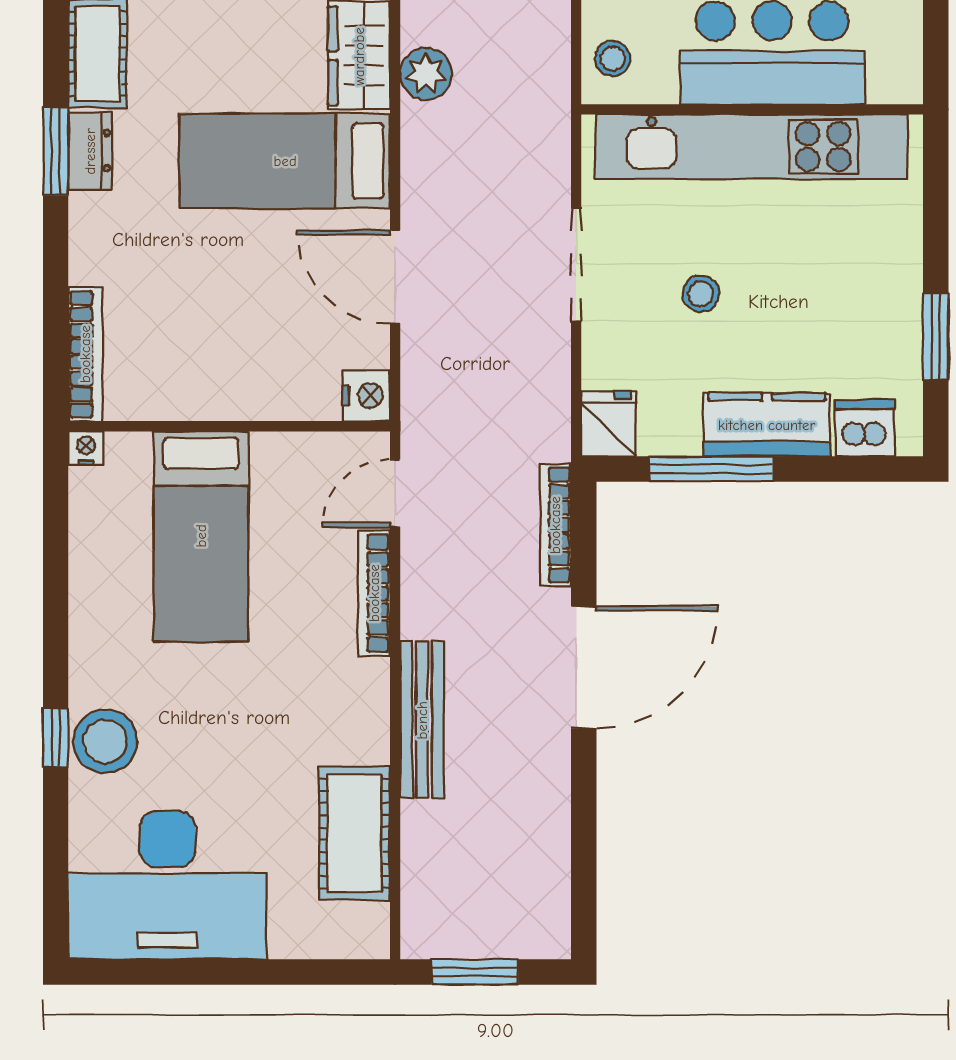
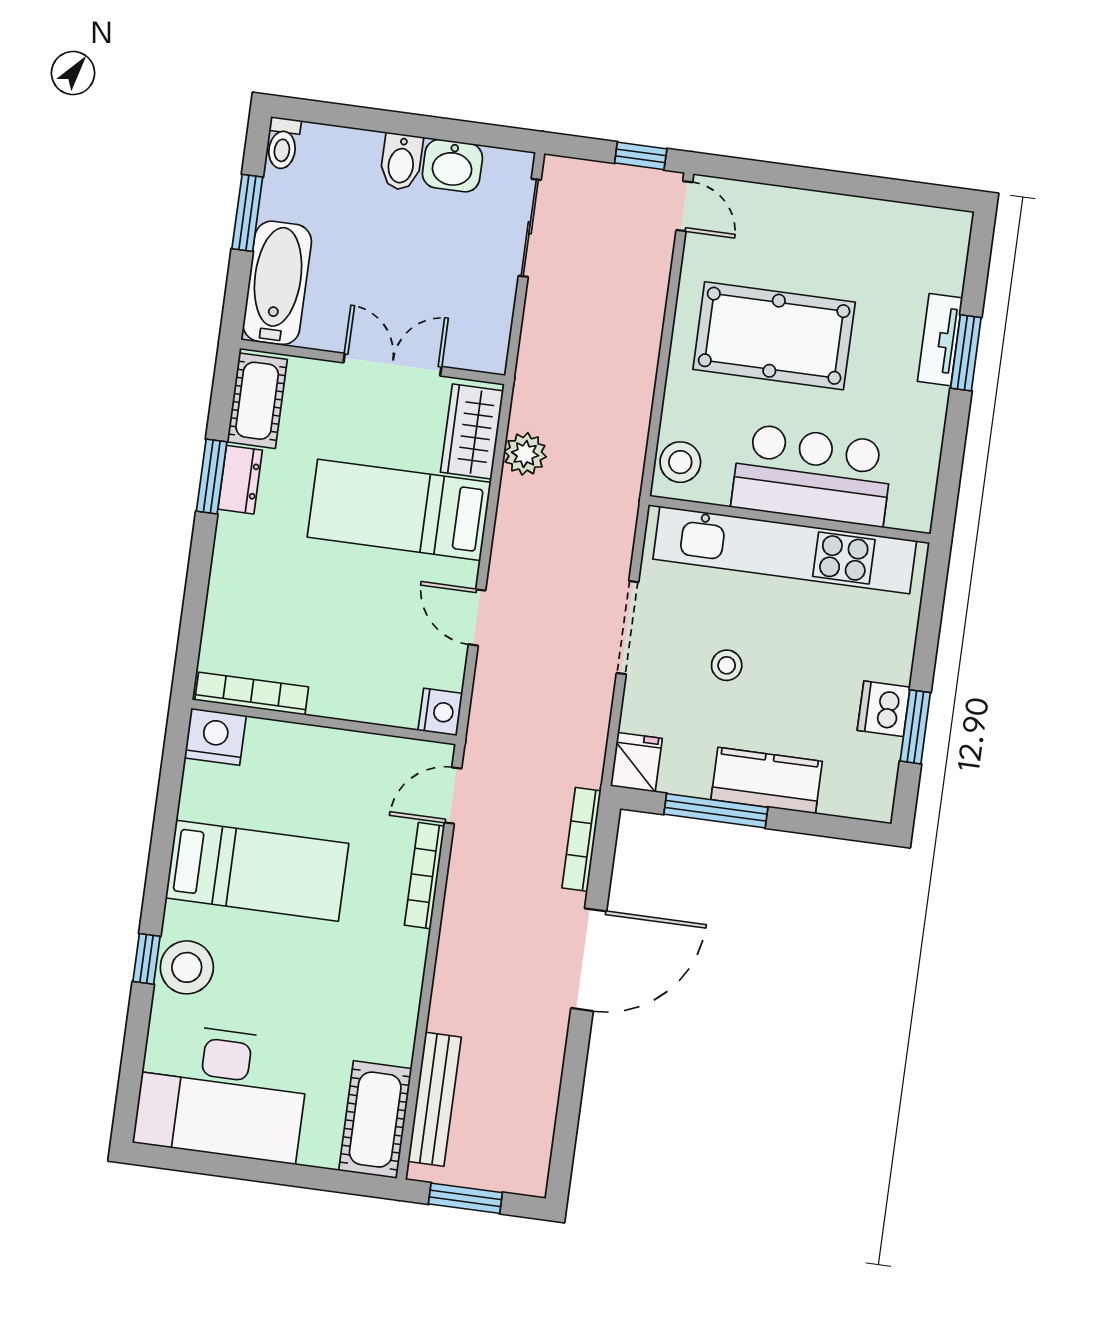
stool: (613, 59) -> (680, 462), width x1.37, depth x1.37
door: (395, 277) -> (477, 617), width x0.73
bookcase: (85, 354) -> (252, 694), moved, turned -90
dishwasher: (865, 428) -> (884, 709), moved, turned -90
nightstand: (86, 448) -> (215, 737), width x1.89, depth x1.79
bed: (201, 536) -> (257, 871), moved, turned -90
bench: (422, 720) -> (435, 1099), moved
cot: (355, 833) -> (375, 1120), moved

